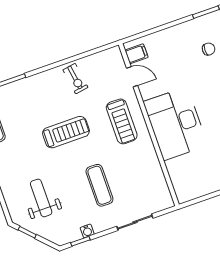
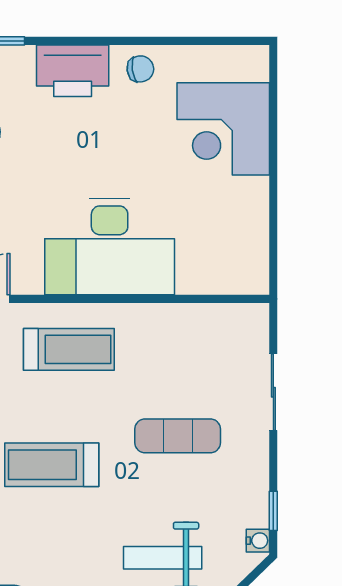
treadmill: (66, 132) -> (52, 465), turned -90
water cooler: (87, 231) -> (258, 541), moved

